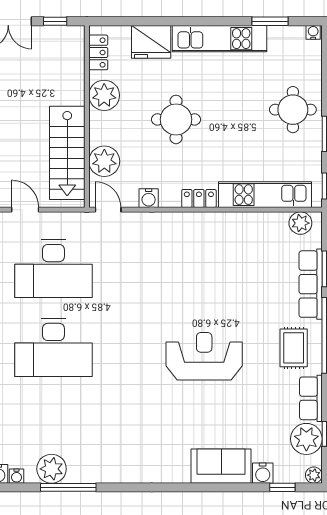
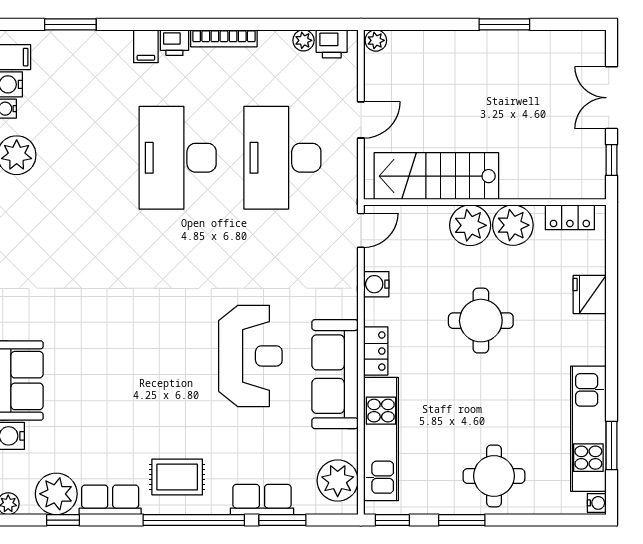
kitchen unit: (220, 39) -> (588, 429), moved
fridge: (151, 42) -> (590, 294), width x0.73, depth x0.75
plant: (104, 161) -> (470, 225), moved
plant: (300, 223) -> (338, 481), width x1.36, depth x1.36
sofa: (216, 229) -> (335, 374), added
row of seats: (311, 284) -> (262, 500), width x0.68
reception desk: (204, 356) -> (250, 356), moved

